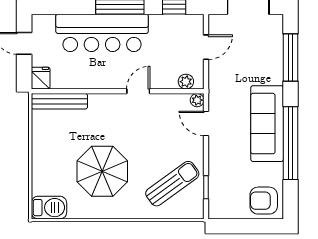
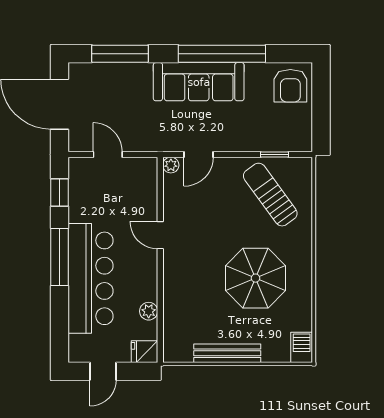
plant: (186, 82) -> (149, 311), moved
bench: (59, 101) -> (227, 353), moved, turned 90
barbecue: (49, 208) -> (302, 347), width x0.73, depth x0.79

